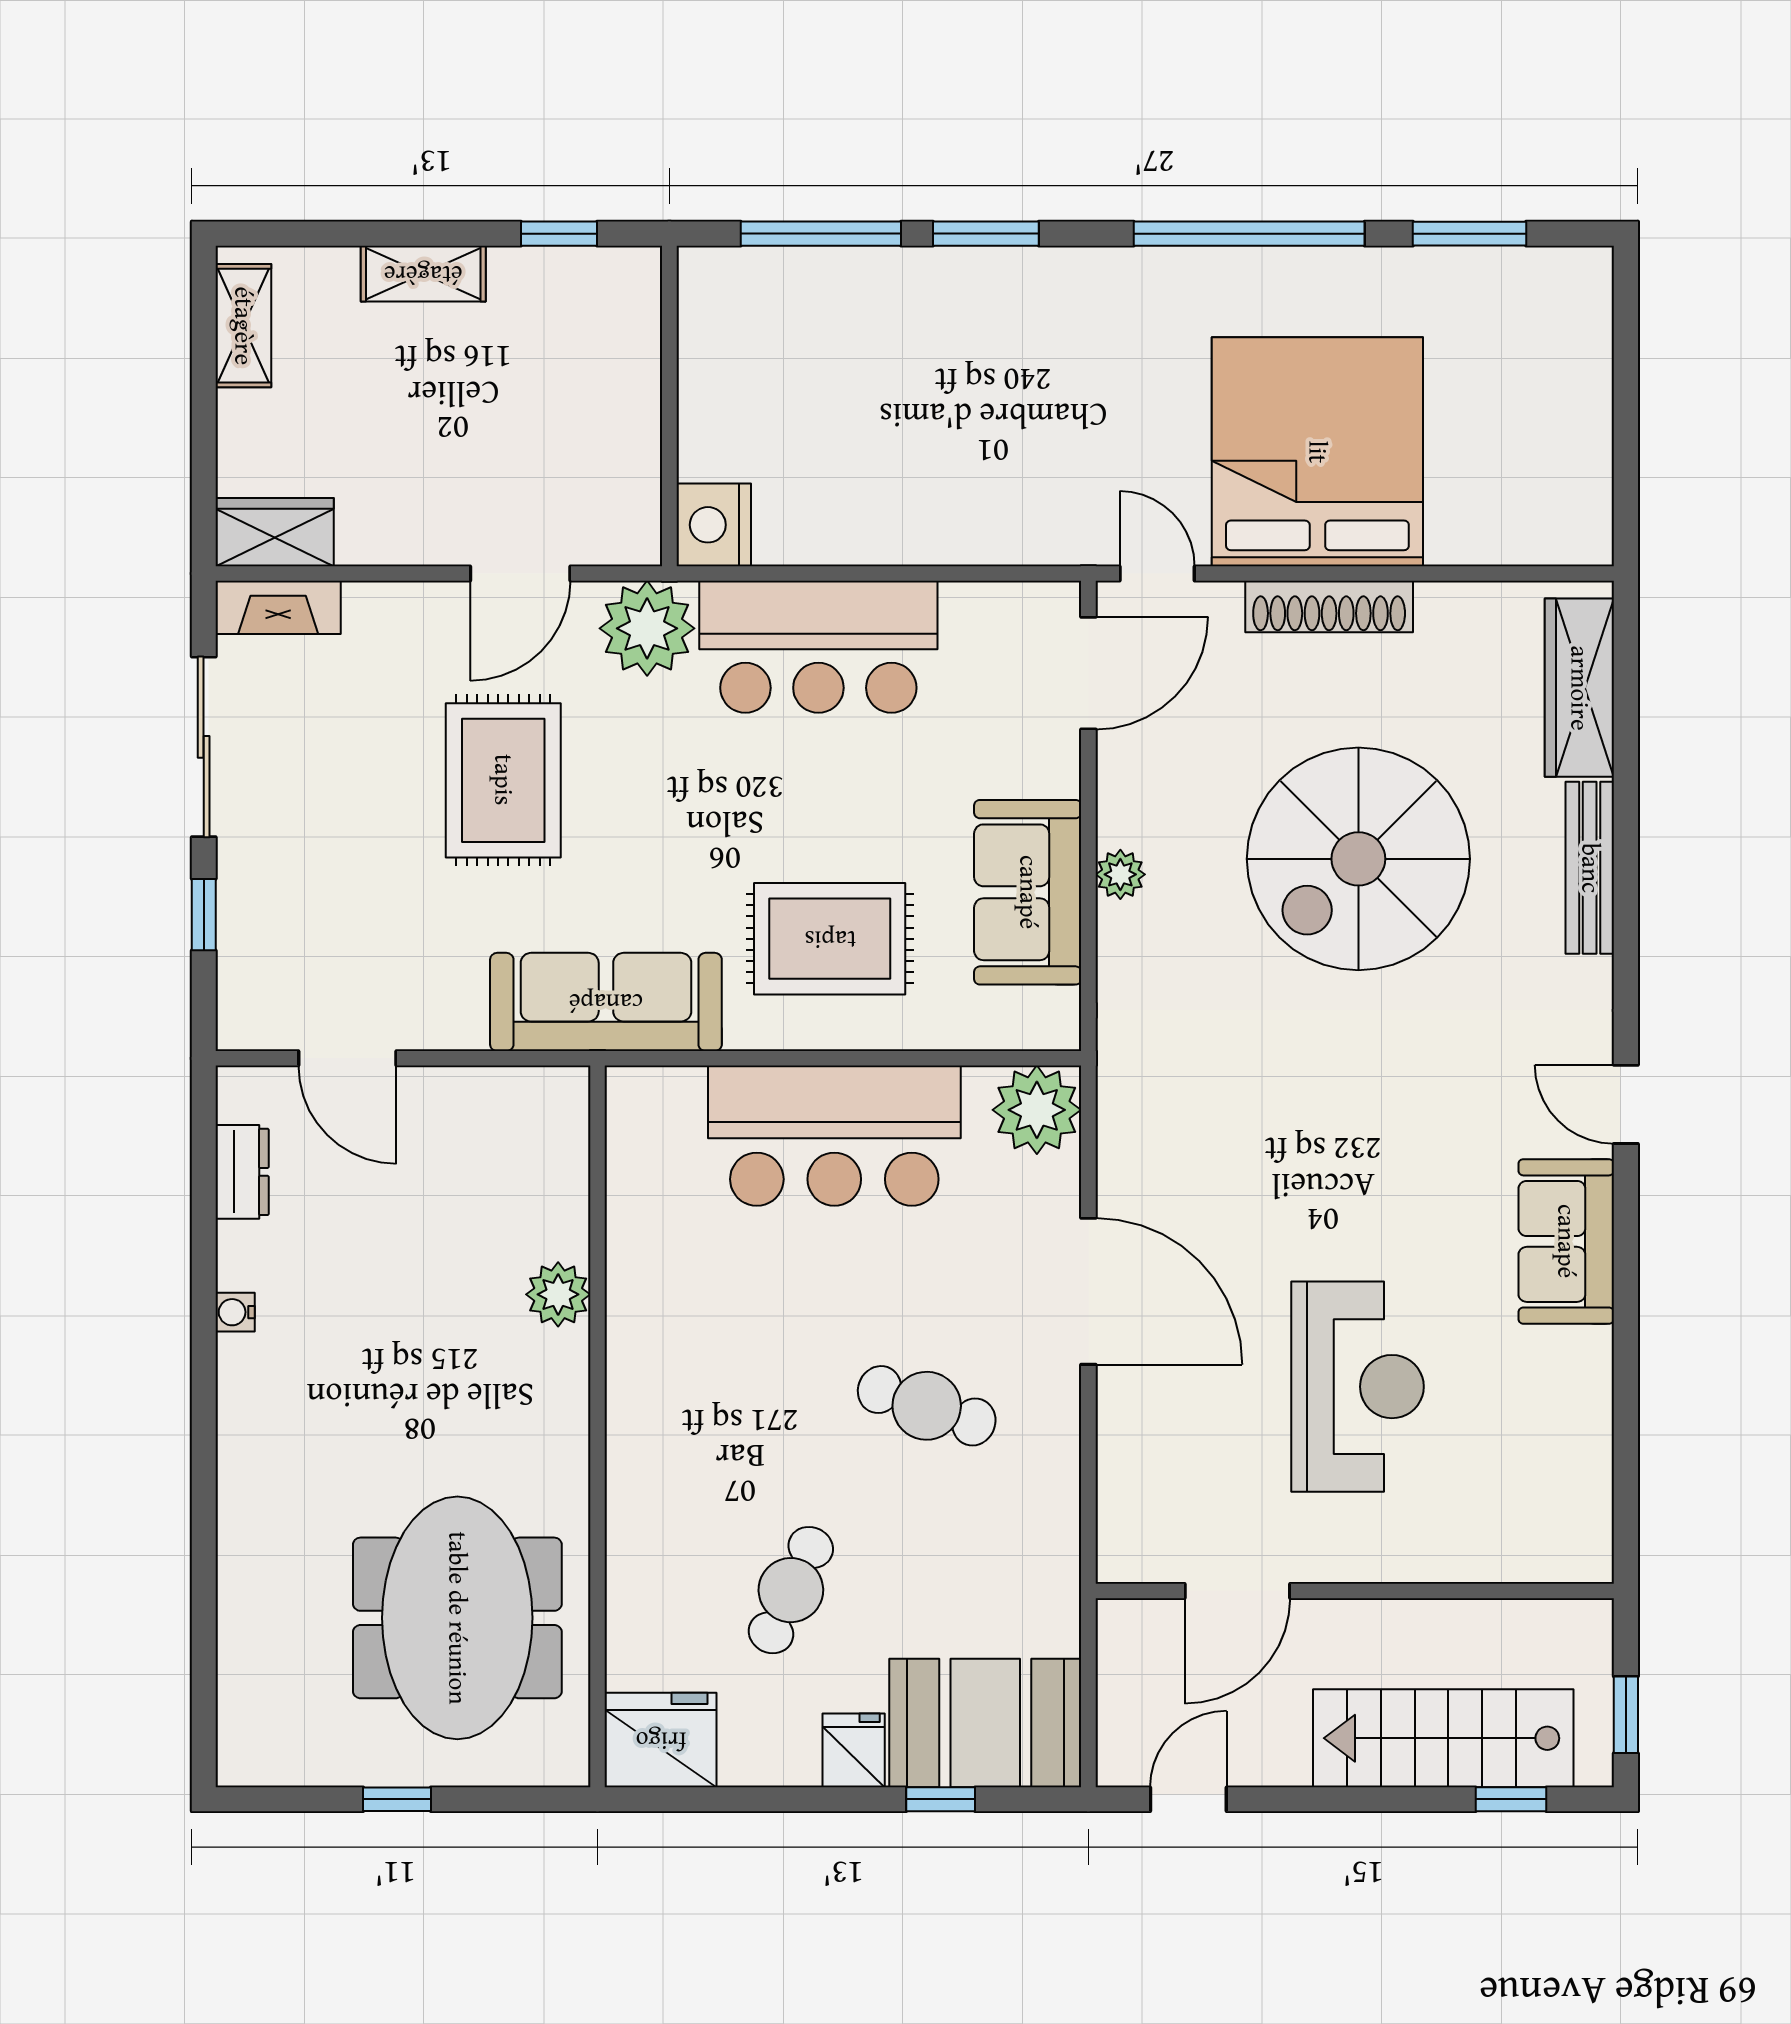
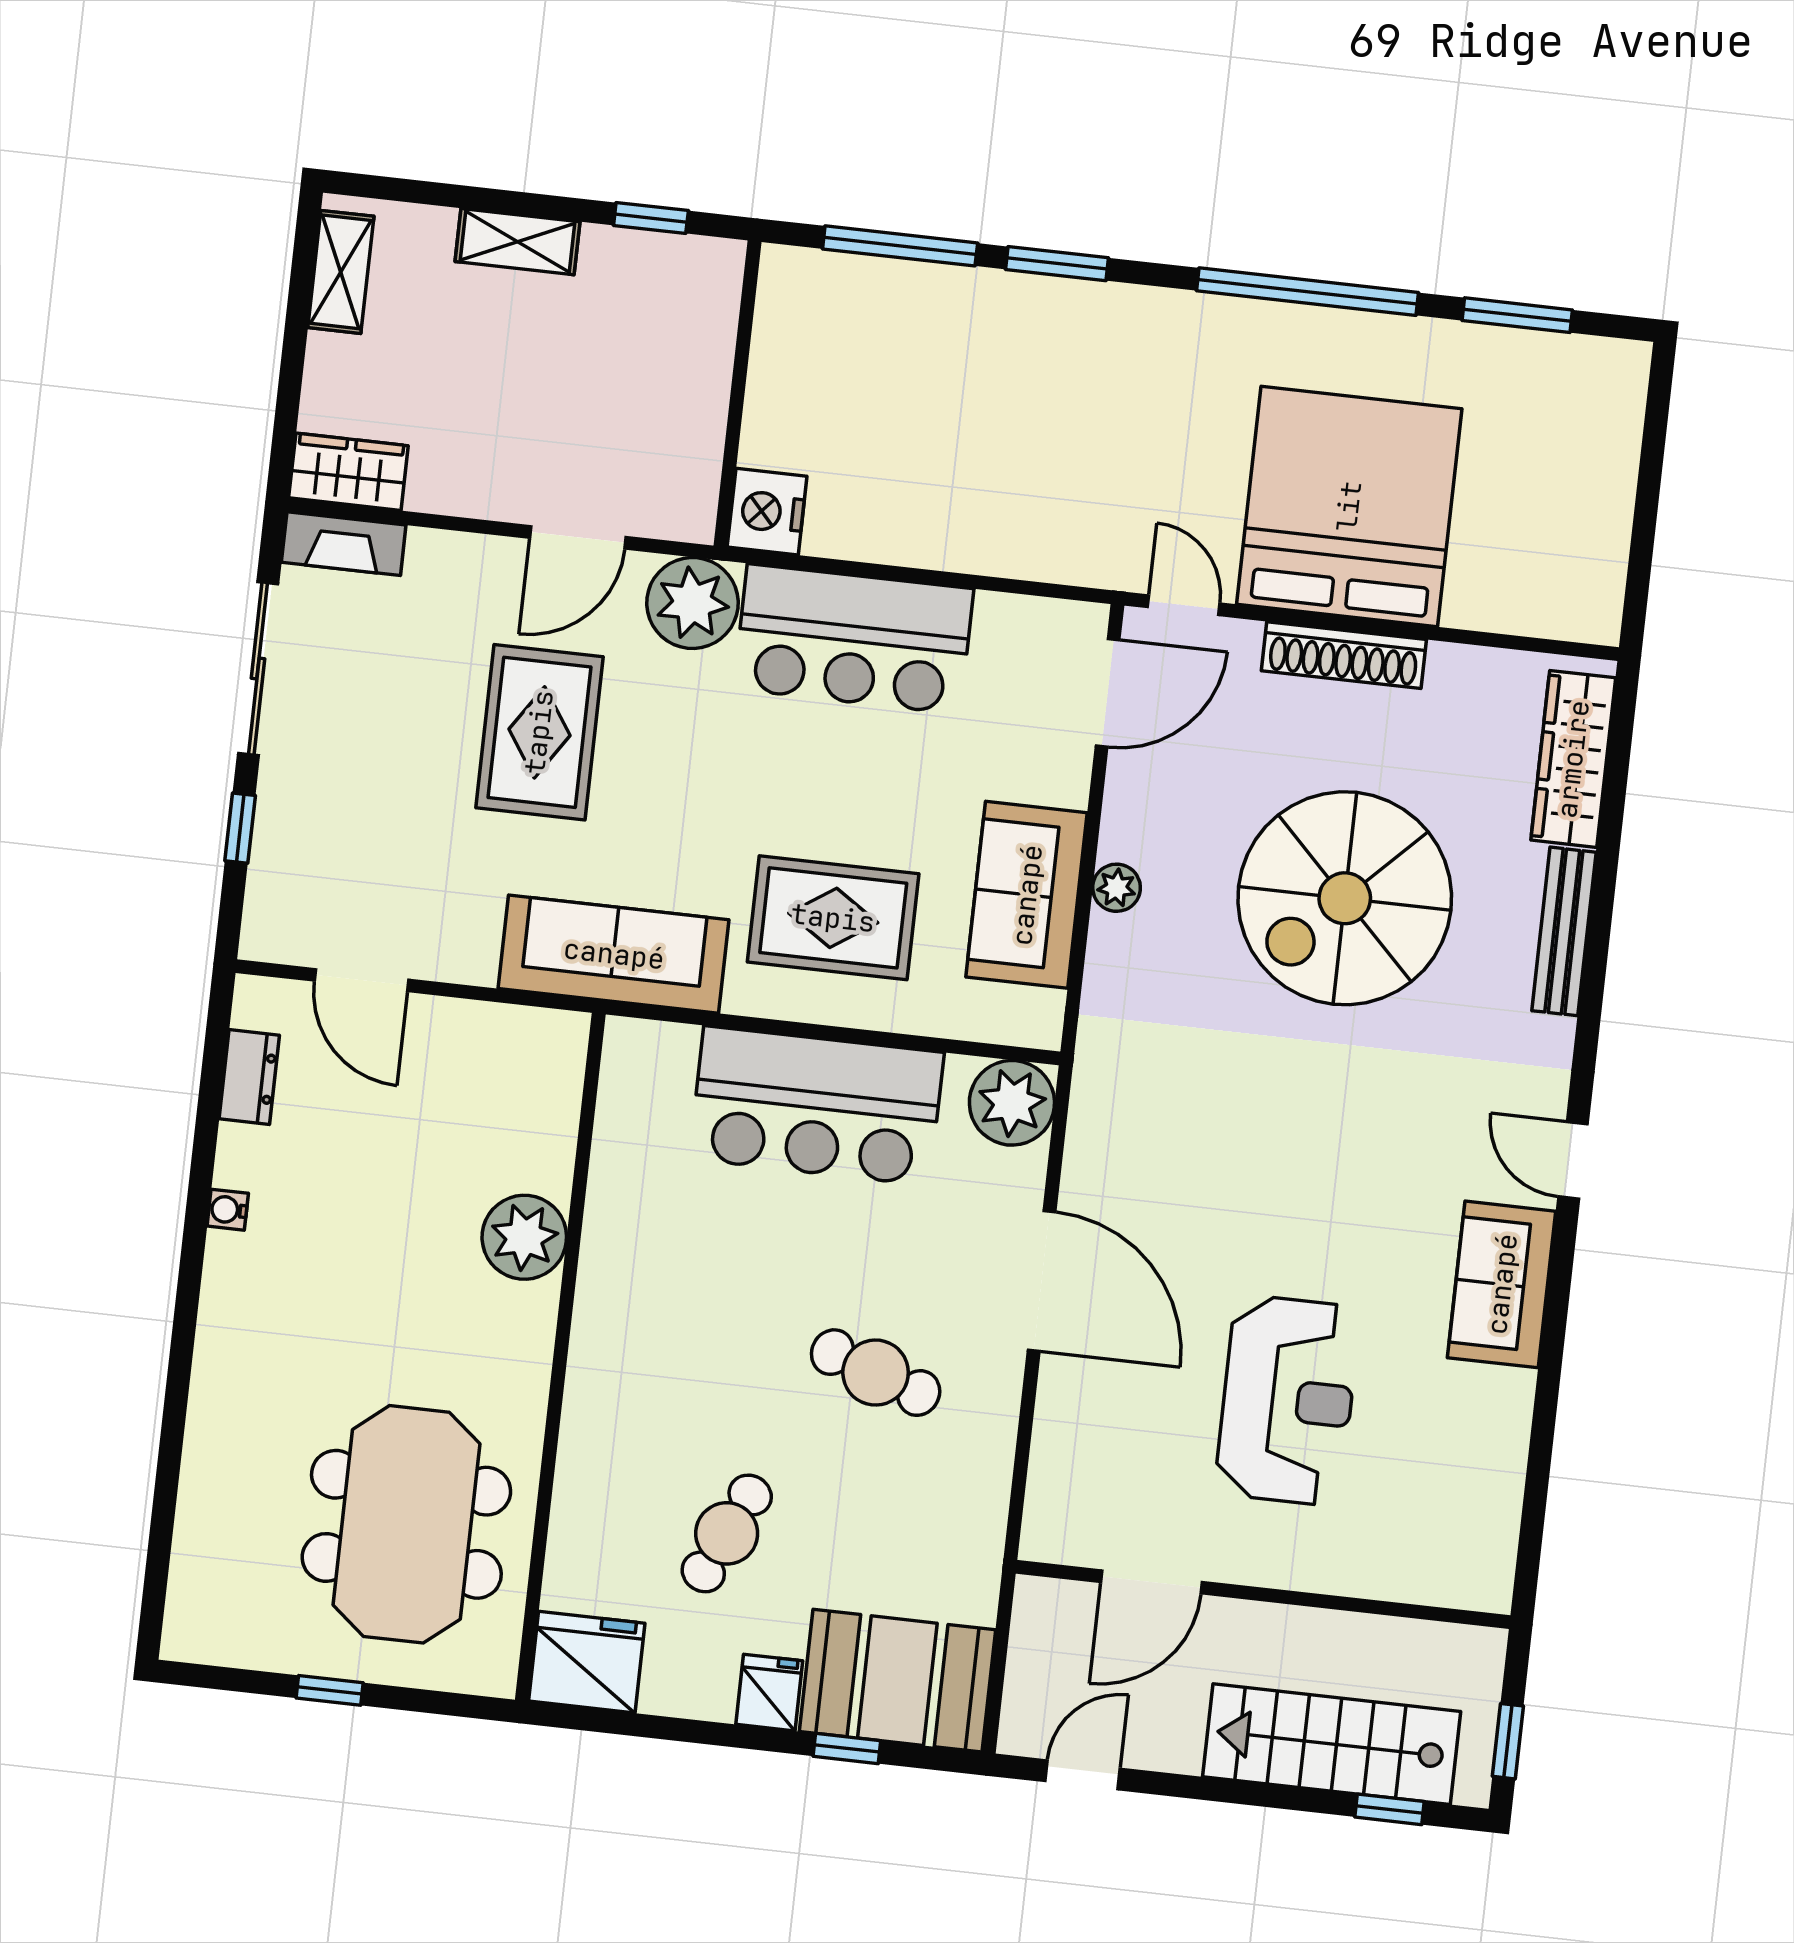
plant: (558, 1294) -> (524, 1237), width x1.36, depth x1.36

